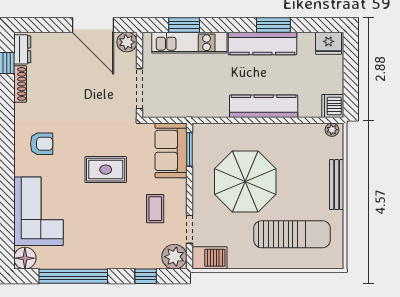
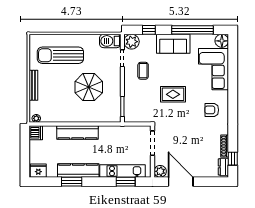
sofa: (171, 150) -> (173, 44), moved, turned 90
parasol: (245, 182) -> (89, 87), width x0.73, depth x0.73

